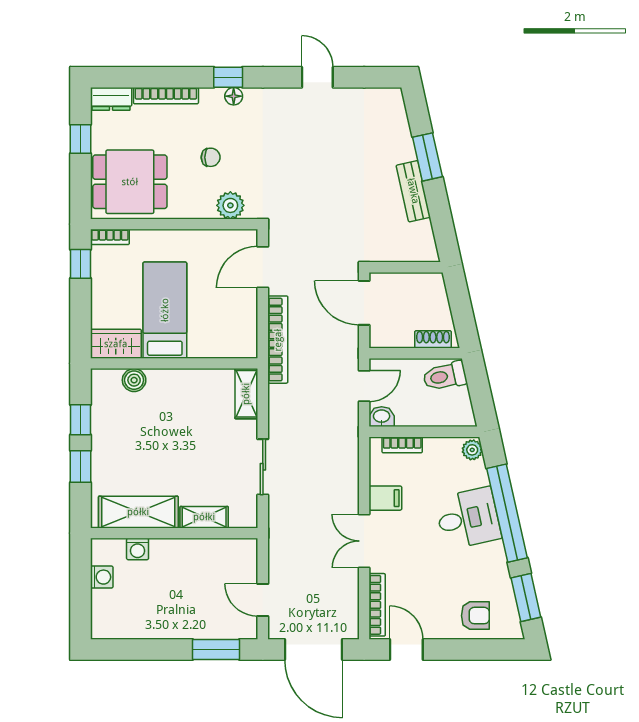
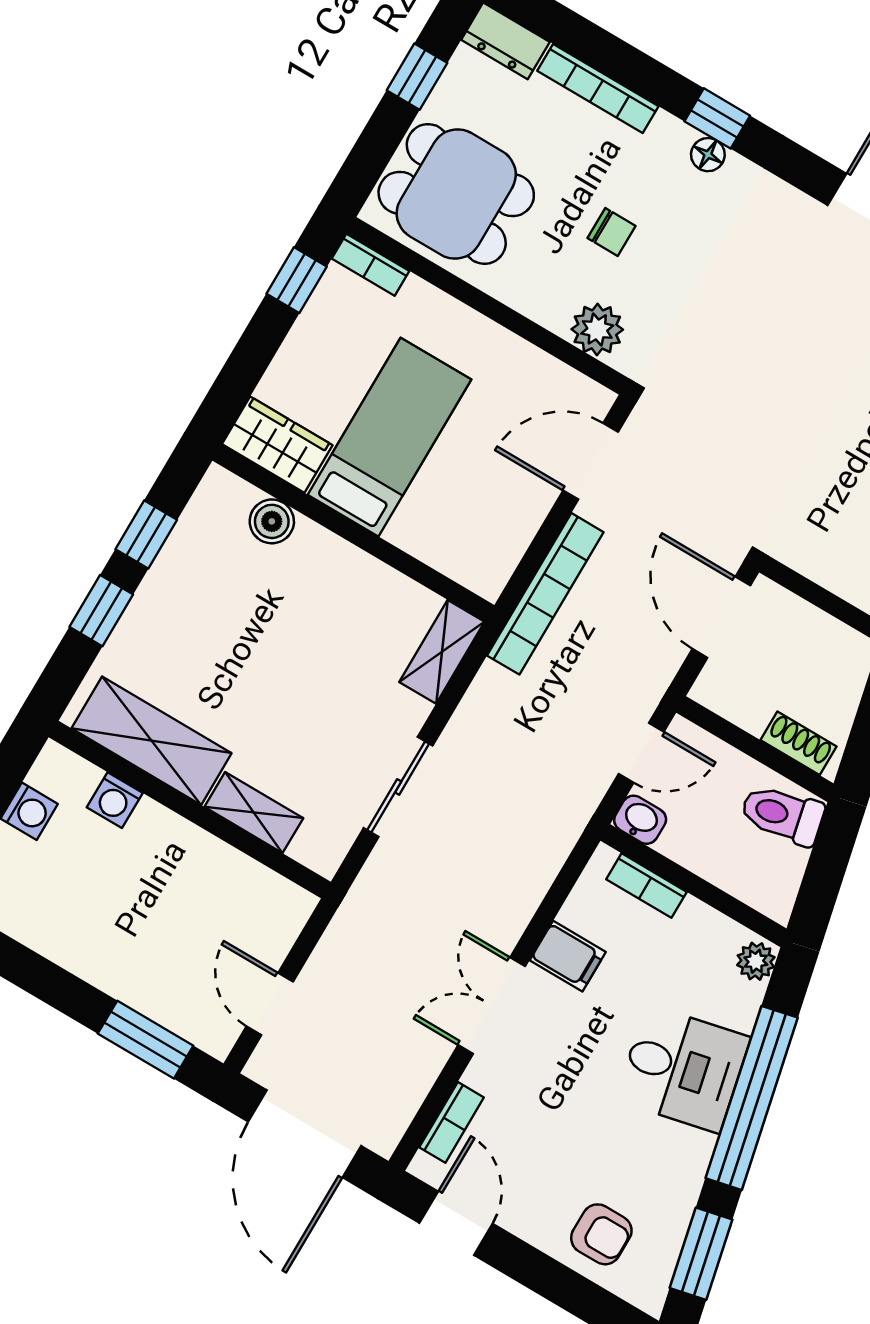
bookcase: (377, 605) -> (452, 1122), width x0.64

